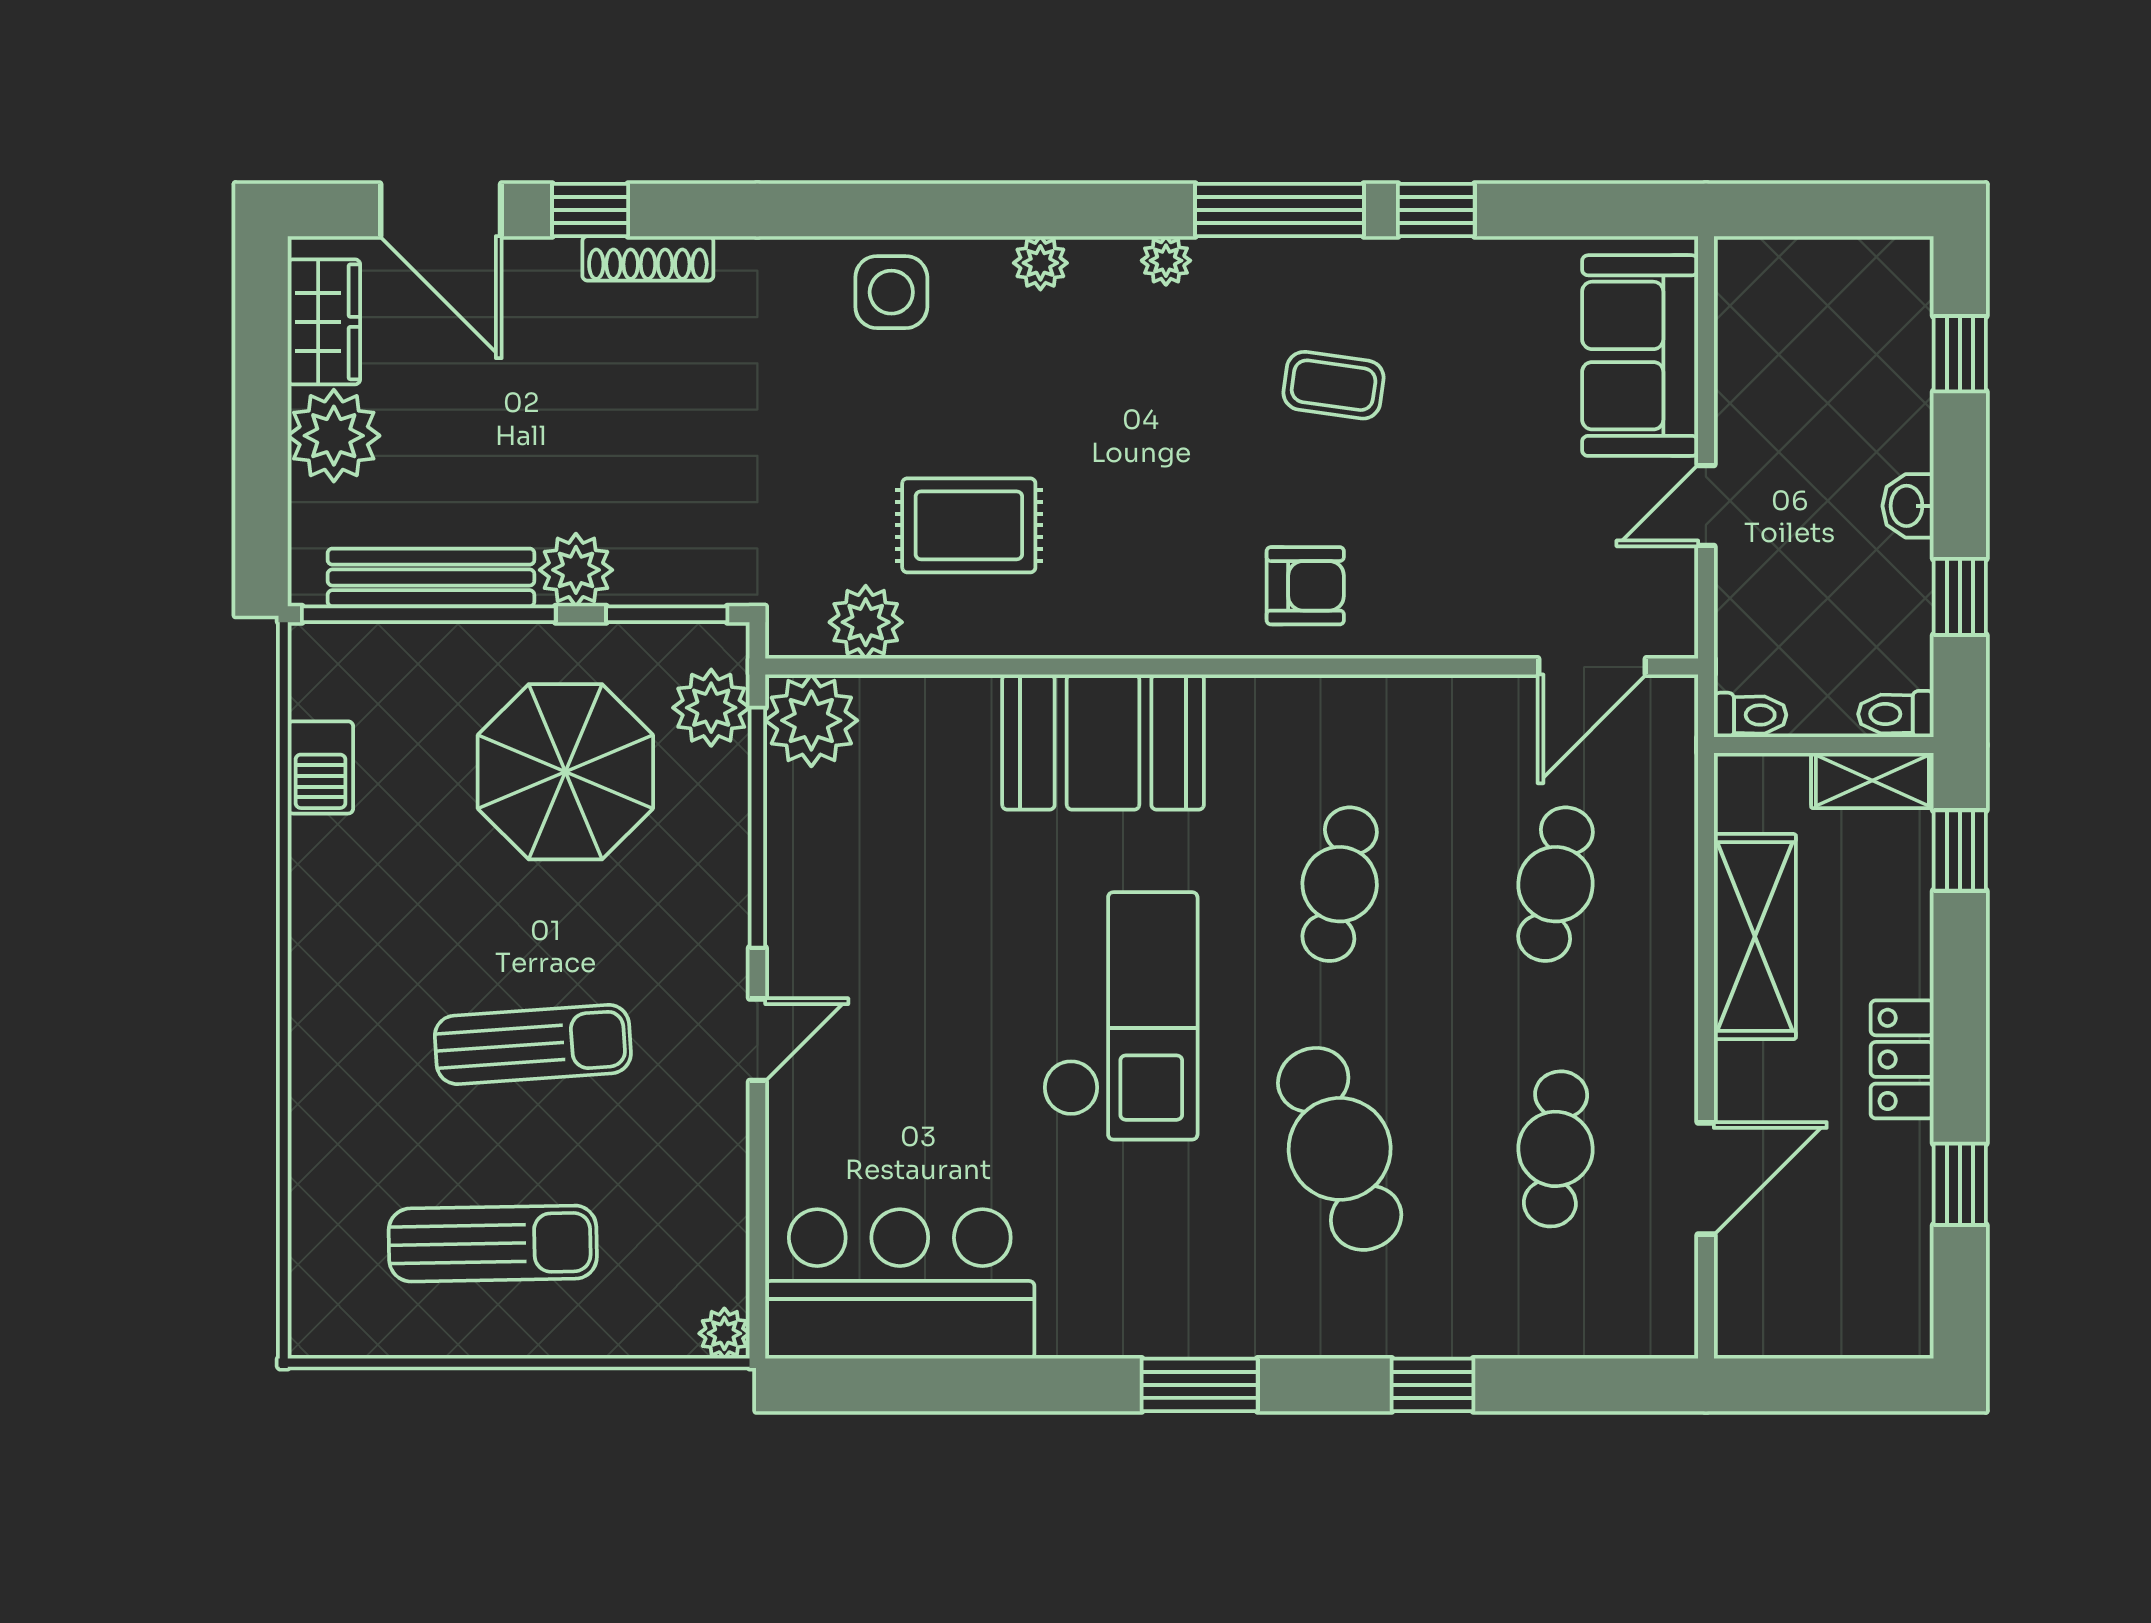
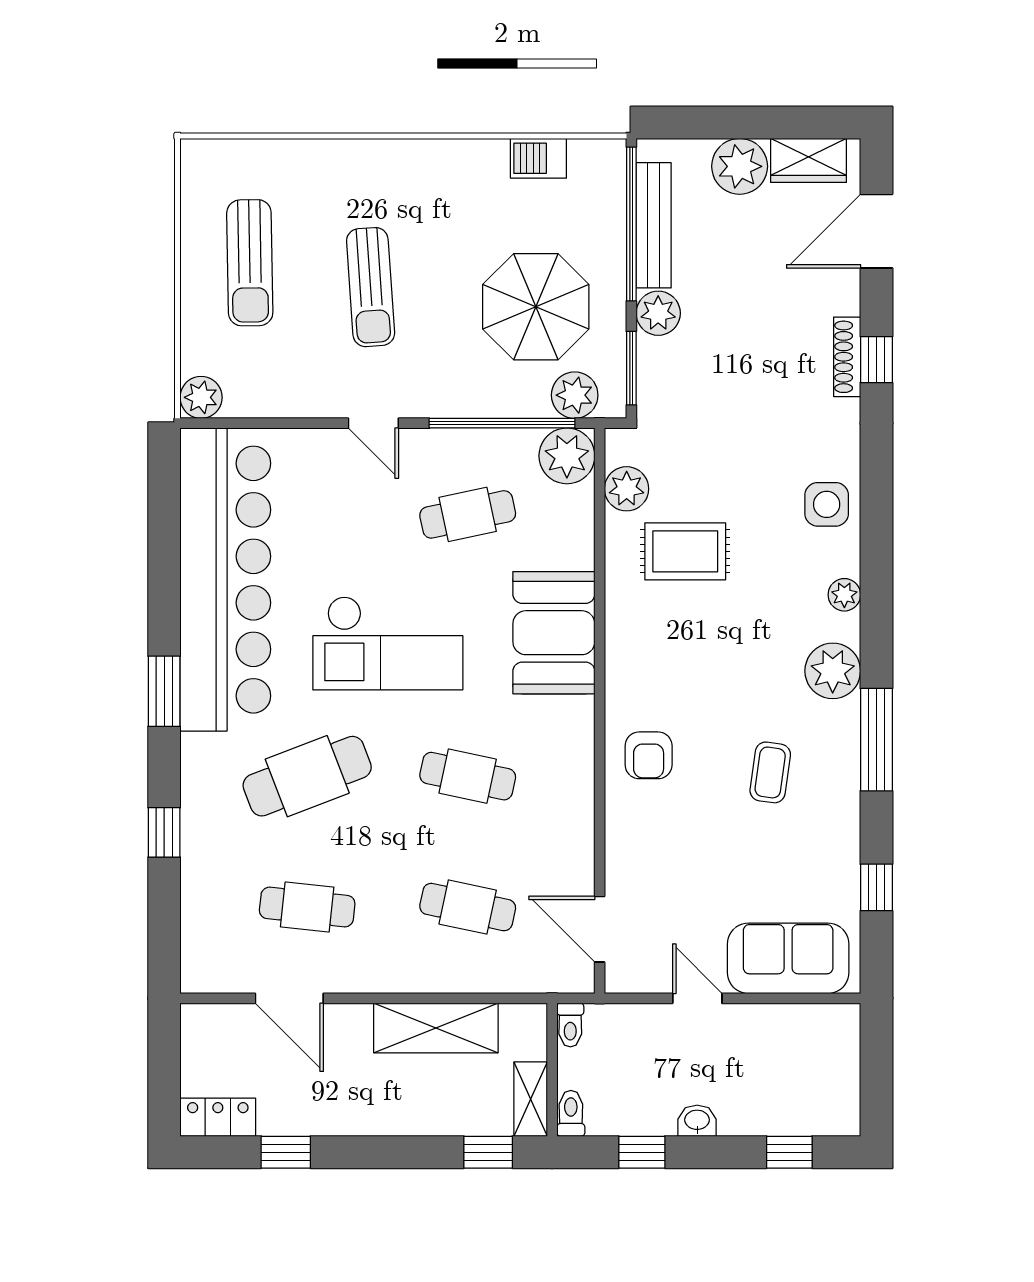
window: (590, 210) -> (876, 360), moved
window: (1436, 210) -> (876, 887), moved
plant: (1166, 261) -> (833, 671), width x1.87, depth x1.87
rug: (969, 525) -> (685, 551), turned 90
cafe table: (908, 884) -> (468, 514), added
locker: (1902, 1059) -> (218, 1117), moved
bar counter: (900, 1284) -> (225, 580), width x1.86
plant: (724, 1333) -> (201, 397), width x1.38, depth x1.38

